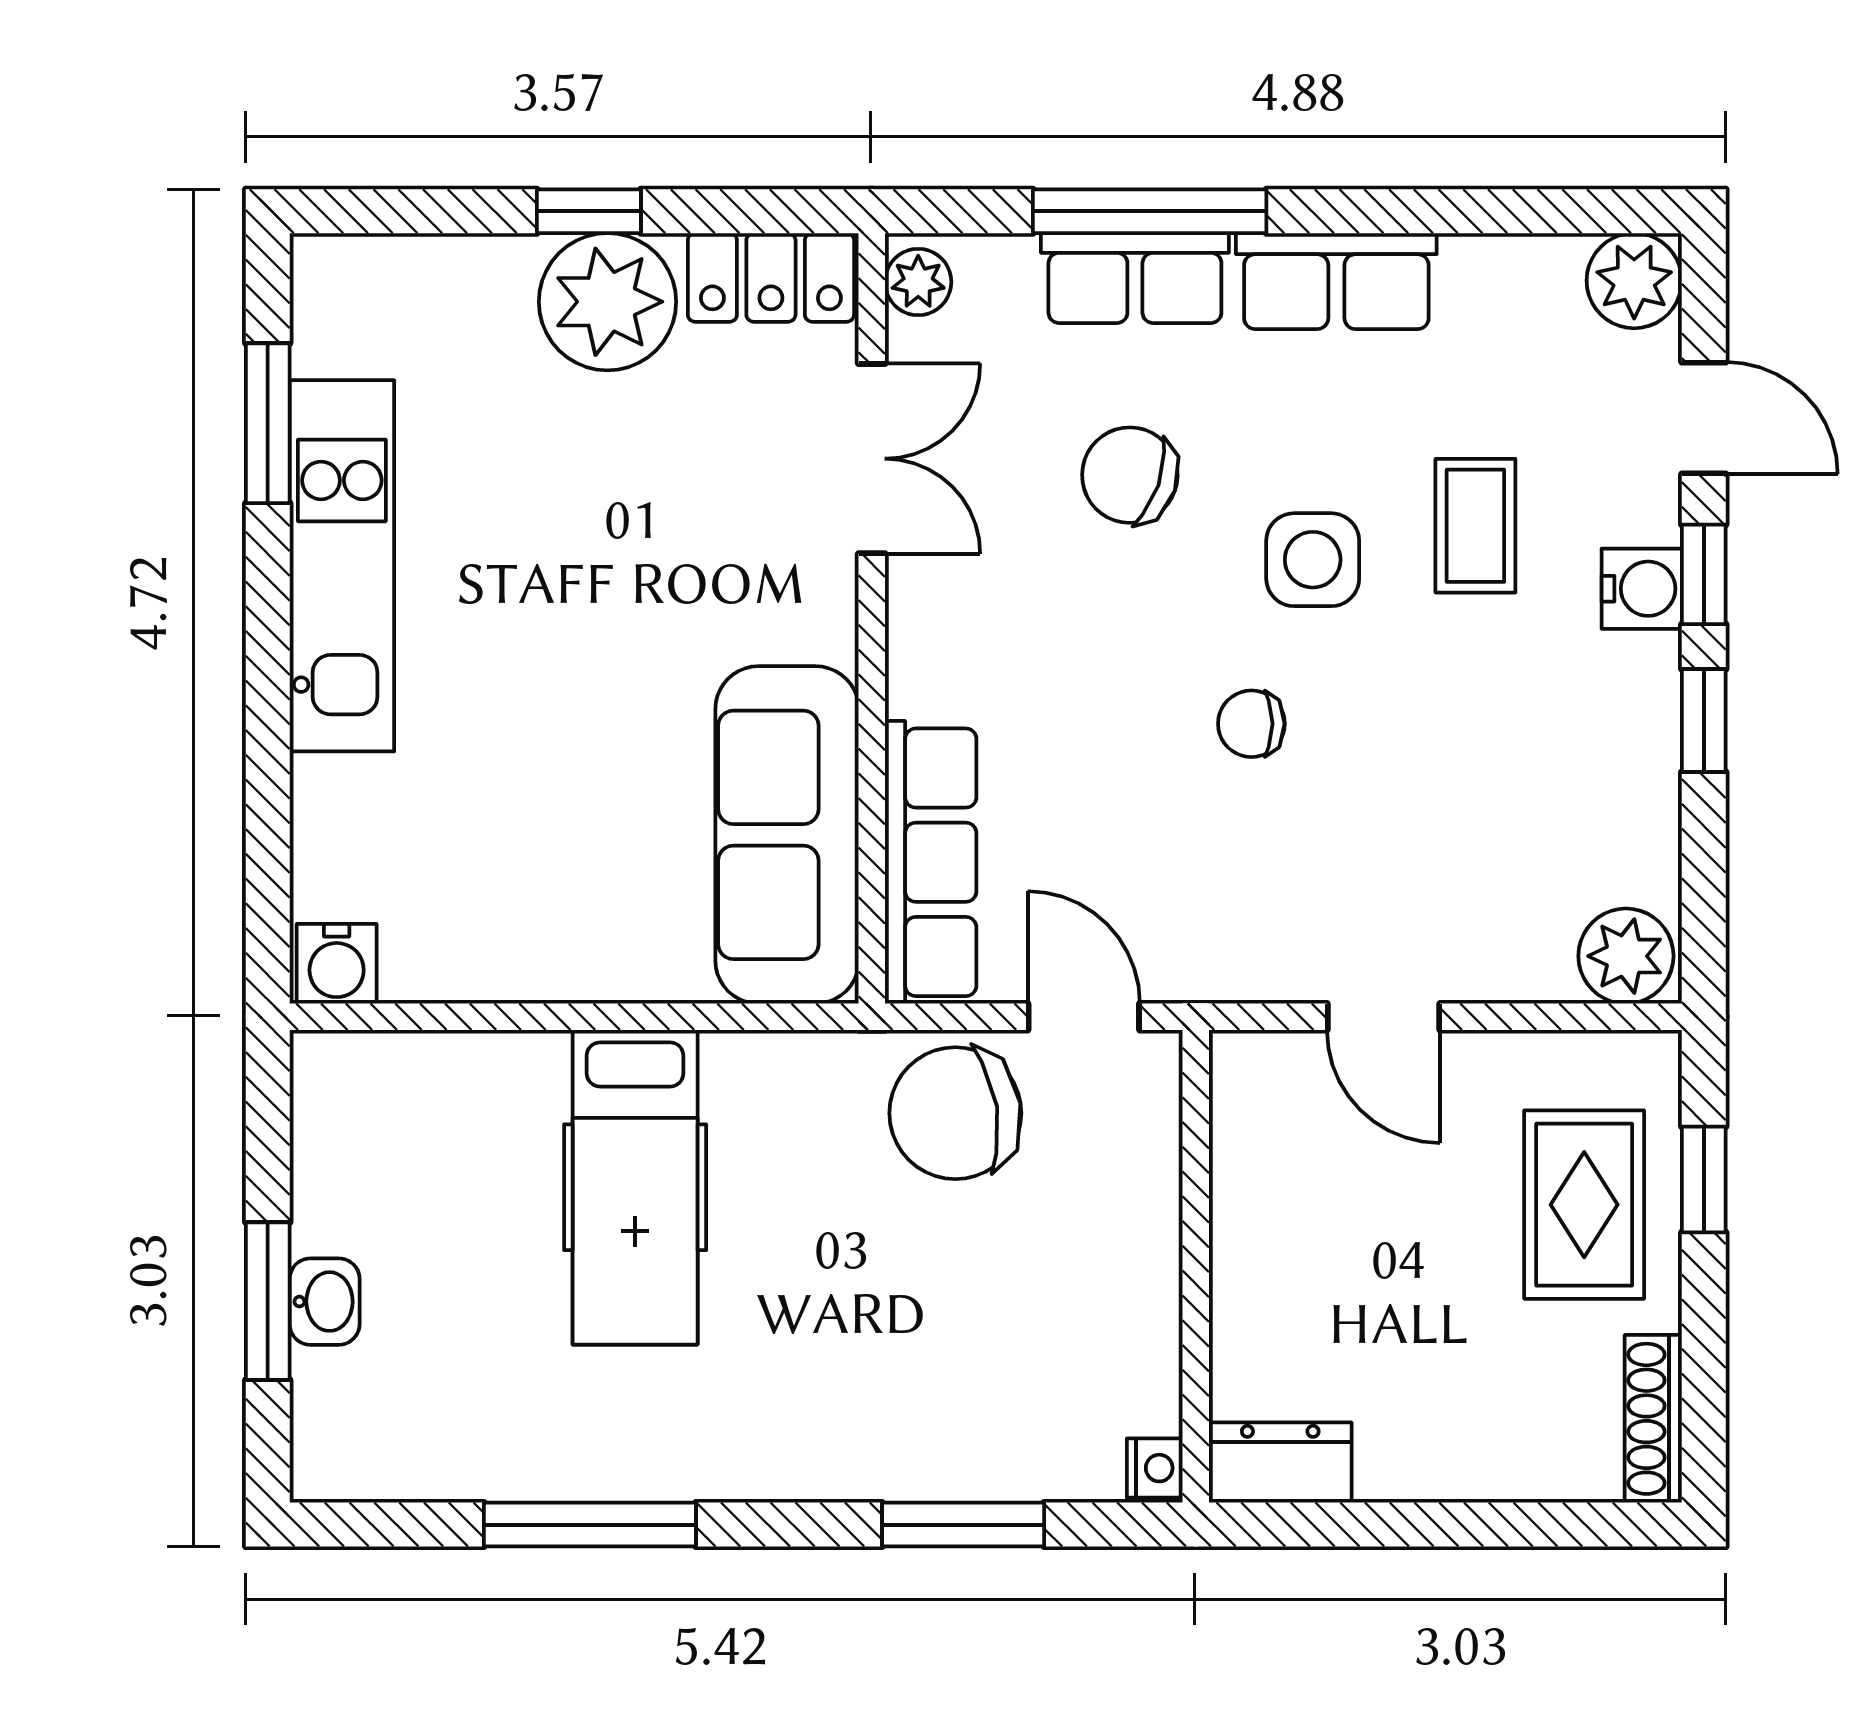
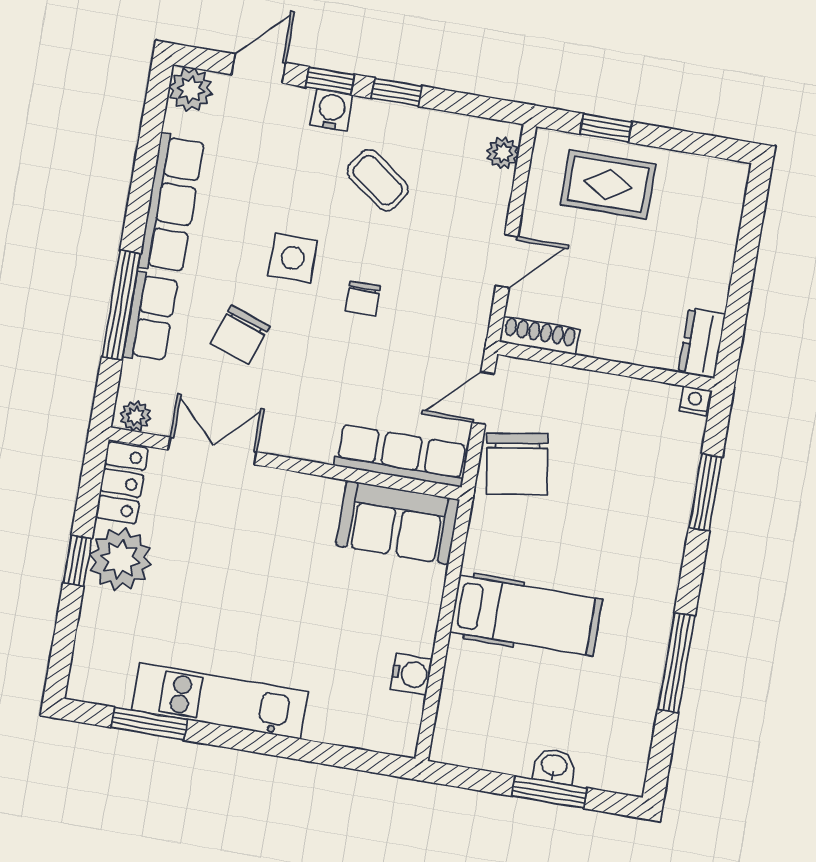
row of seats: (1336, 281) -> (171, 204), width x1.48
coffee table: (1475, 526) -> (378, 180), moved, turned 36
sofa: (787, 835) -> (398, 522), width x0.73
plant: (1626, 956) -> (503, 153), width x0.73, depth x0.73
water cooler: (337, 964) -> (411, 674), moved
shoe rack: (1653, 1419) -> (540, 335), moved, turned 180

